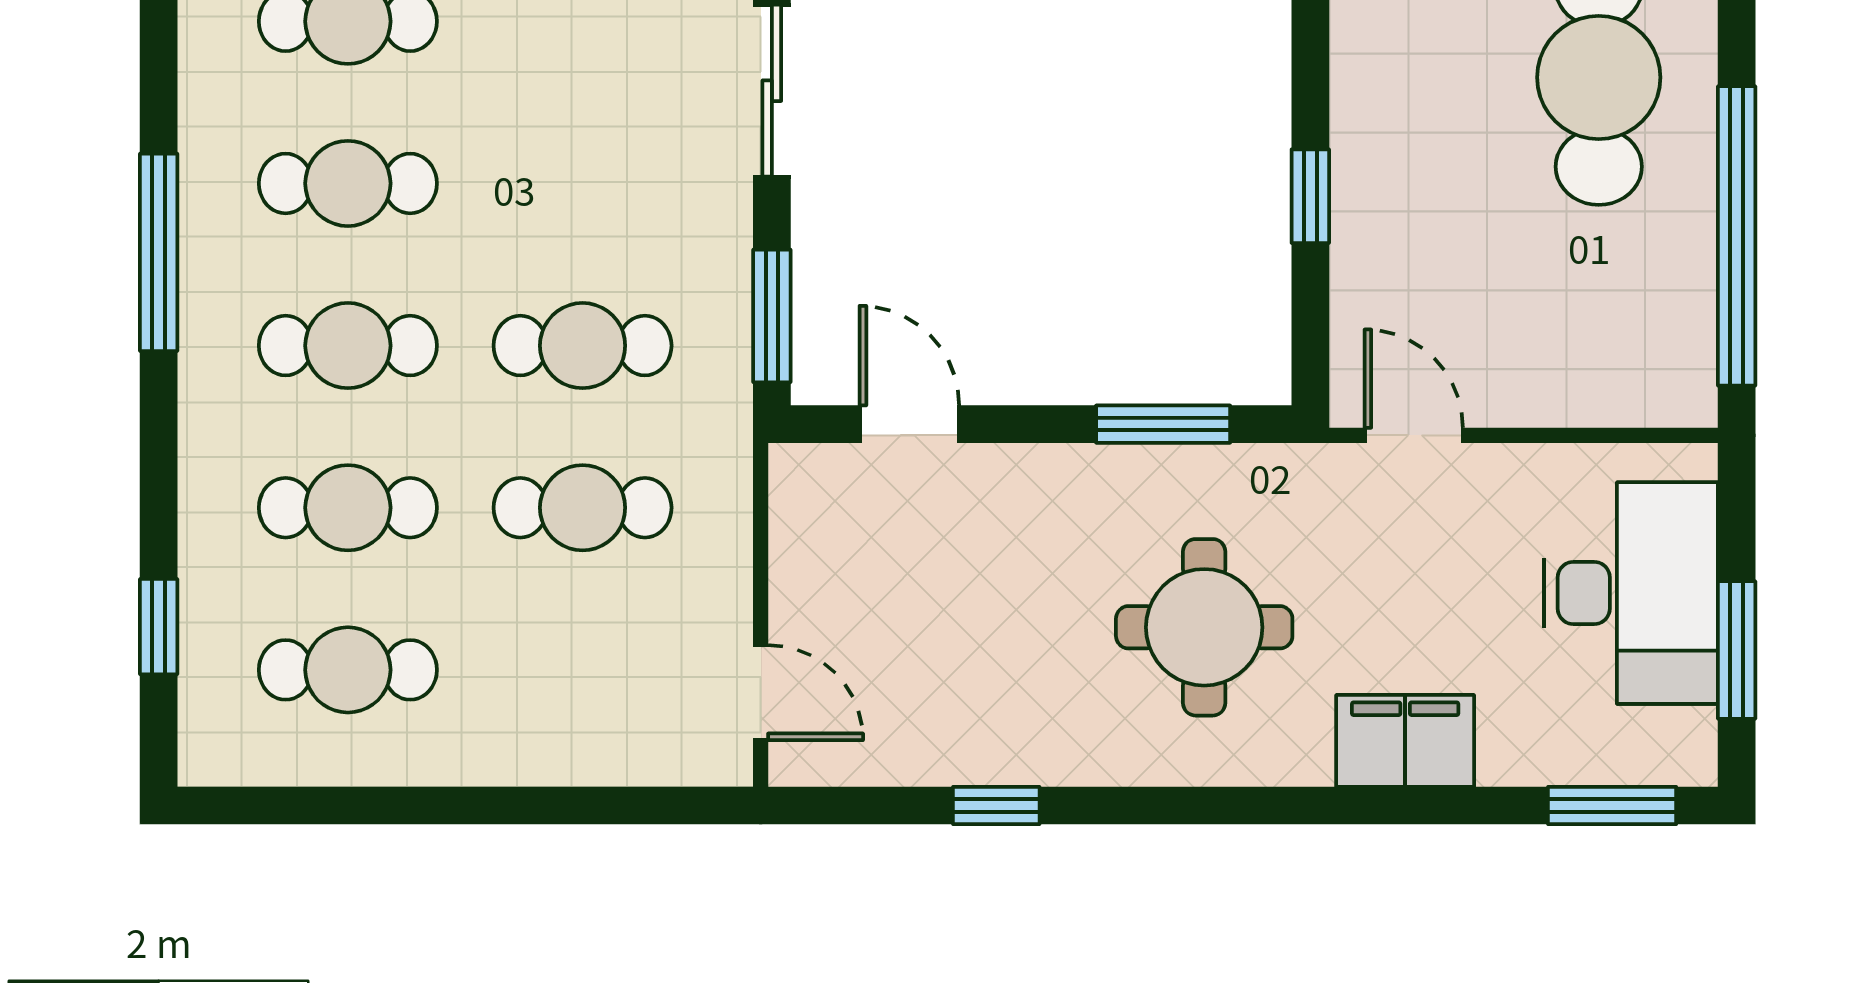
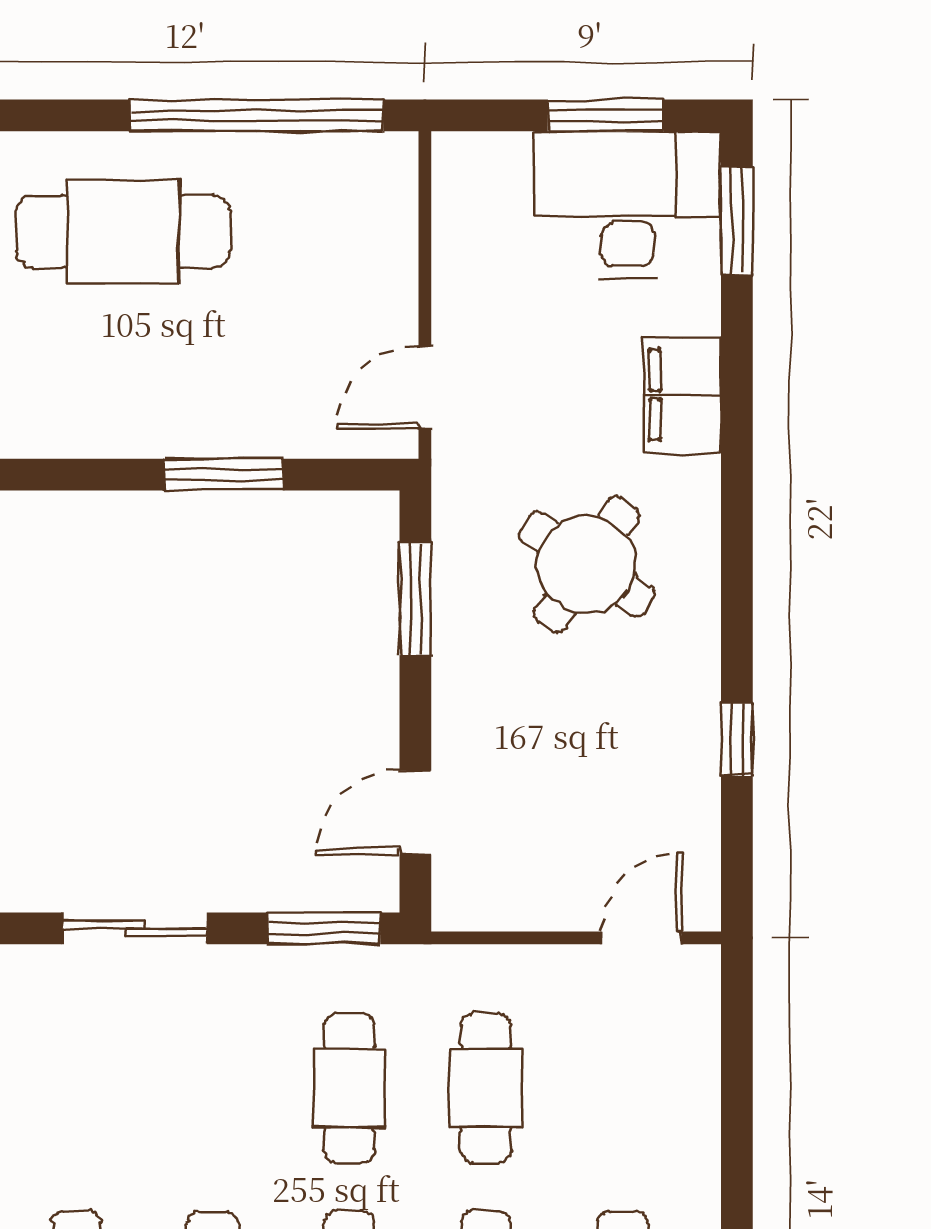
window: (1310, 196) -> (223, 475), width x1.50
desk: (1631, 593) -> (628, 205), moved
round table: (1204, 627) -> (587, 564), turned 34

